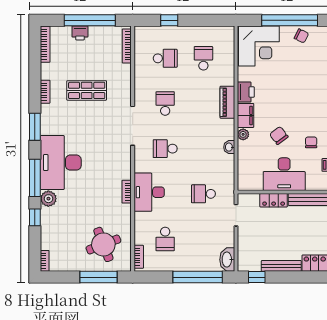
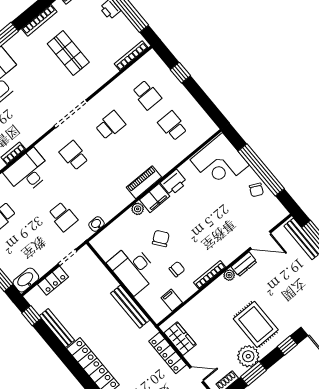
school desk: (203, 58) -> (173, 126), turned -90
bookcase: (45, 92) -> (39, 20), width x1.56
piano: (227, 102) -> (144, 182), moved
washbasin: (229, 147) -> (96, 224), moved
school desk: (203, 194) -> (63, 217), turned 180
locker: (274, 200) -> (53, 281), moved, turned -90

